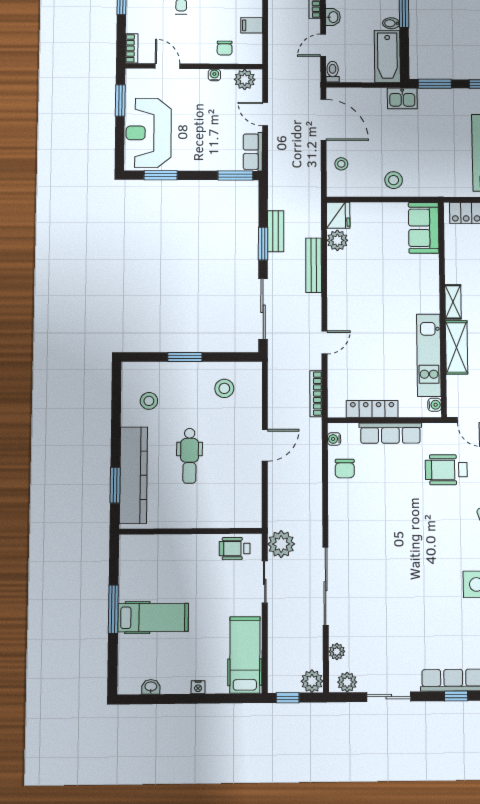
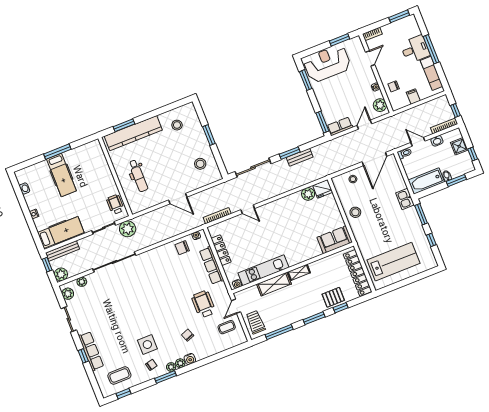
bench: (314, 265) -> (63, 251), moved
dental chair: (189, 456) -> (138, 176), moved, turned -90

